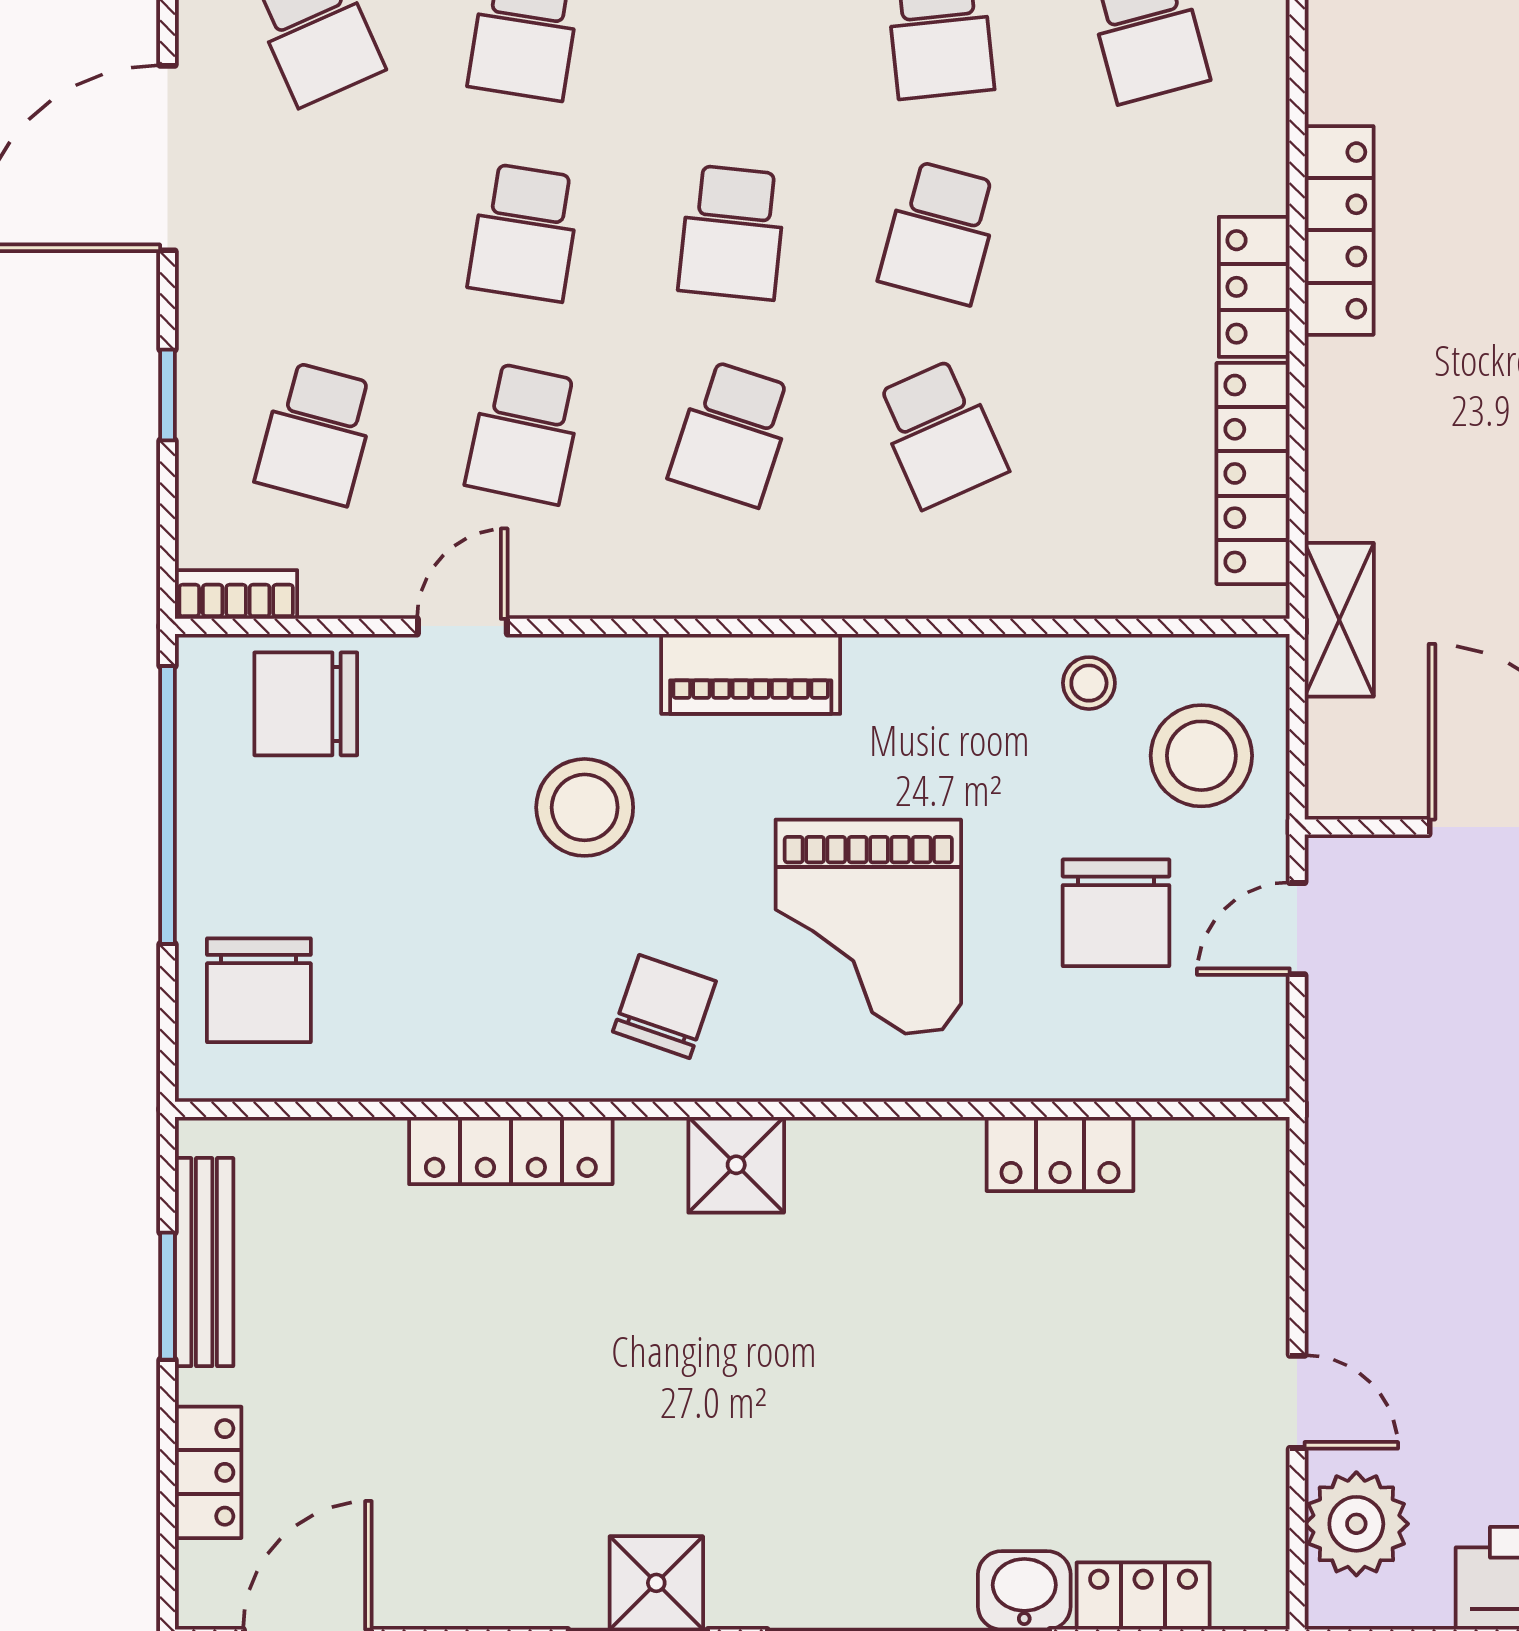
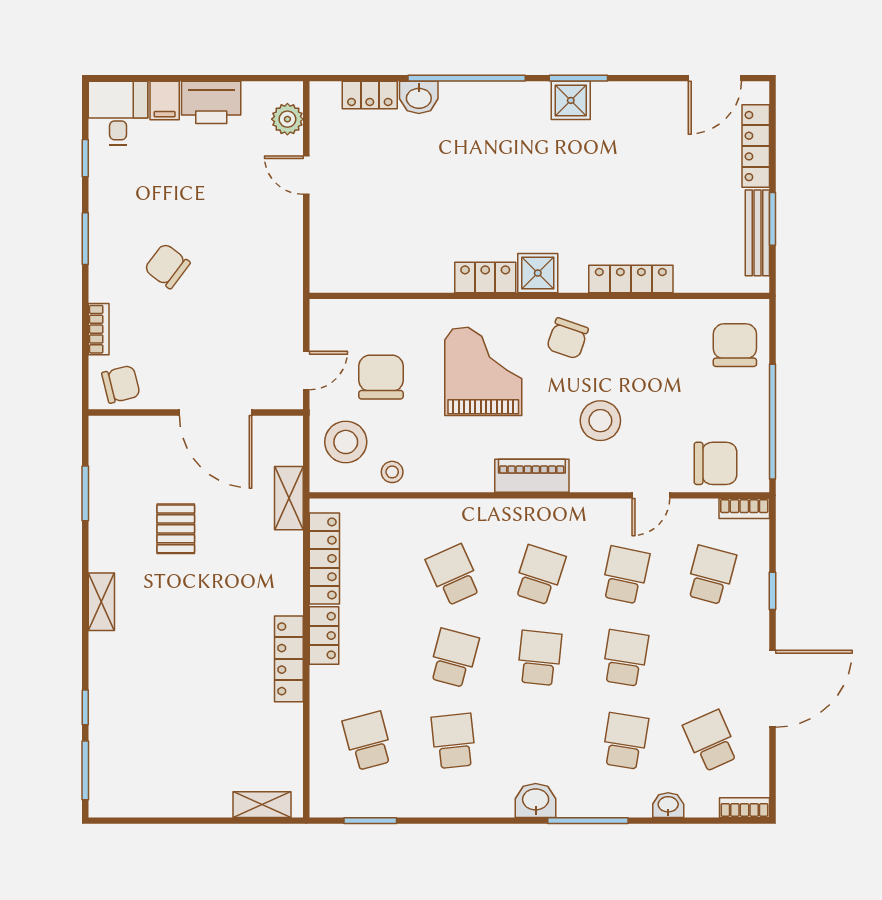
locker: (1060, 1154) -> (485, 278), moved
locker: (208, 1472) -> (756, 146), width x1.53
plant: (1356, 1524) -> (287, 119), width x0.73, depth x0.73

